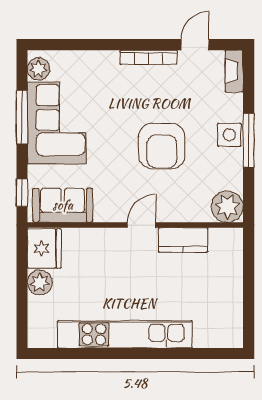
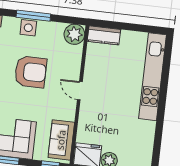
kitchen counter: (183, 240) -> (104, 35), moved, turned 90
kitchen unit: (125, 334) -> (153, 77), moved

